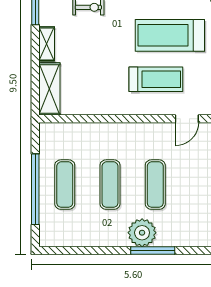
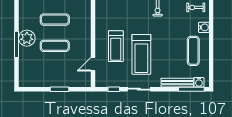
treadmill: (170, 35) -> (141, 54), turned 180
door: (187, 119) -> (93, 64), hinge flipped

